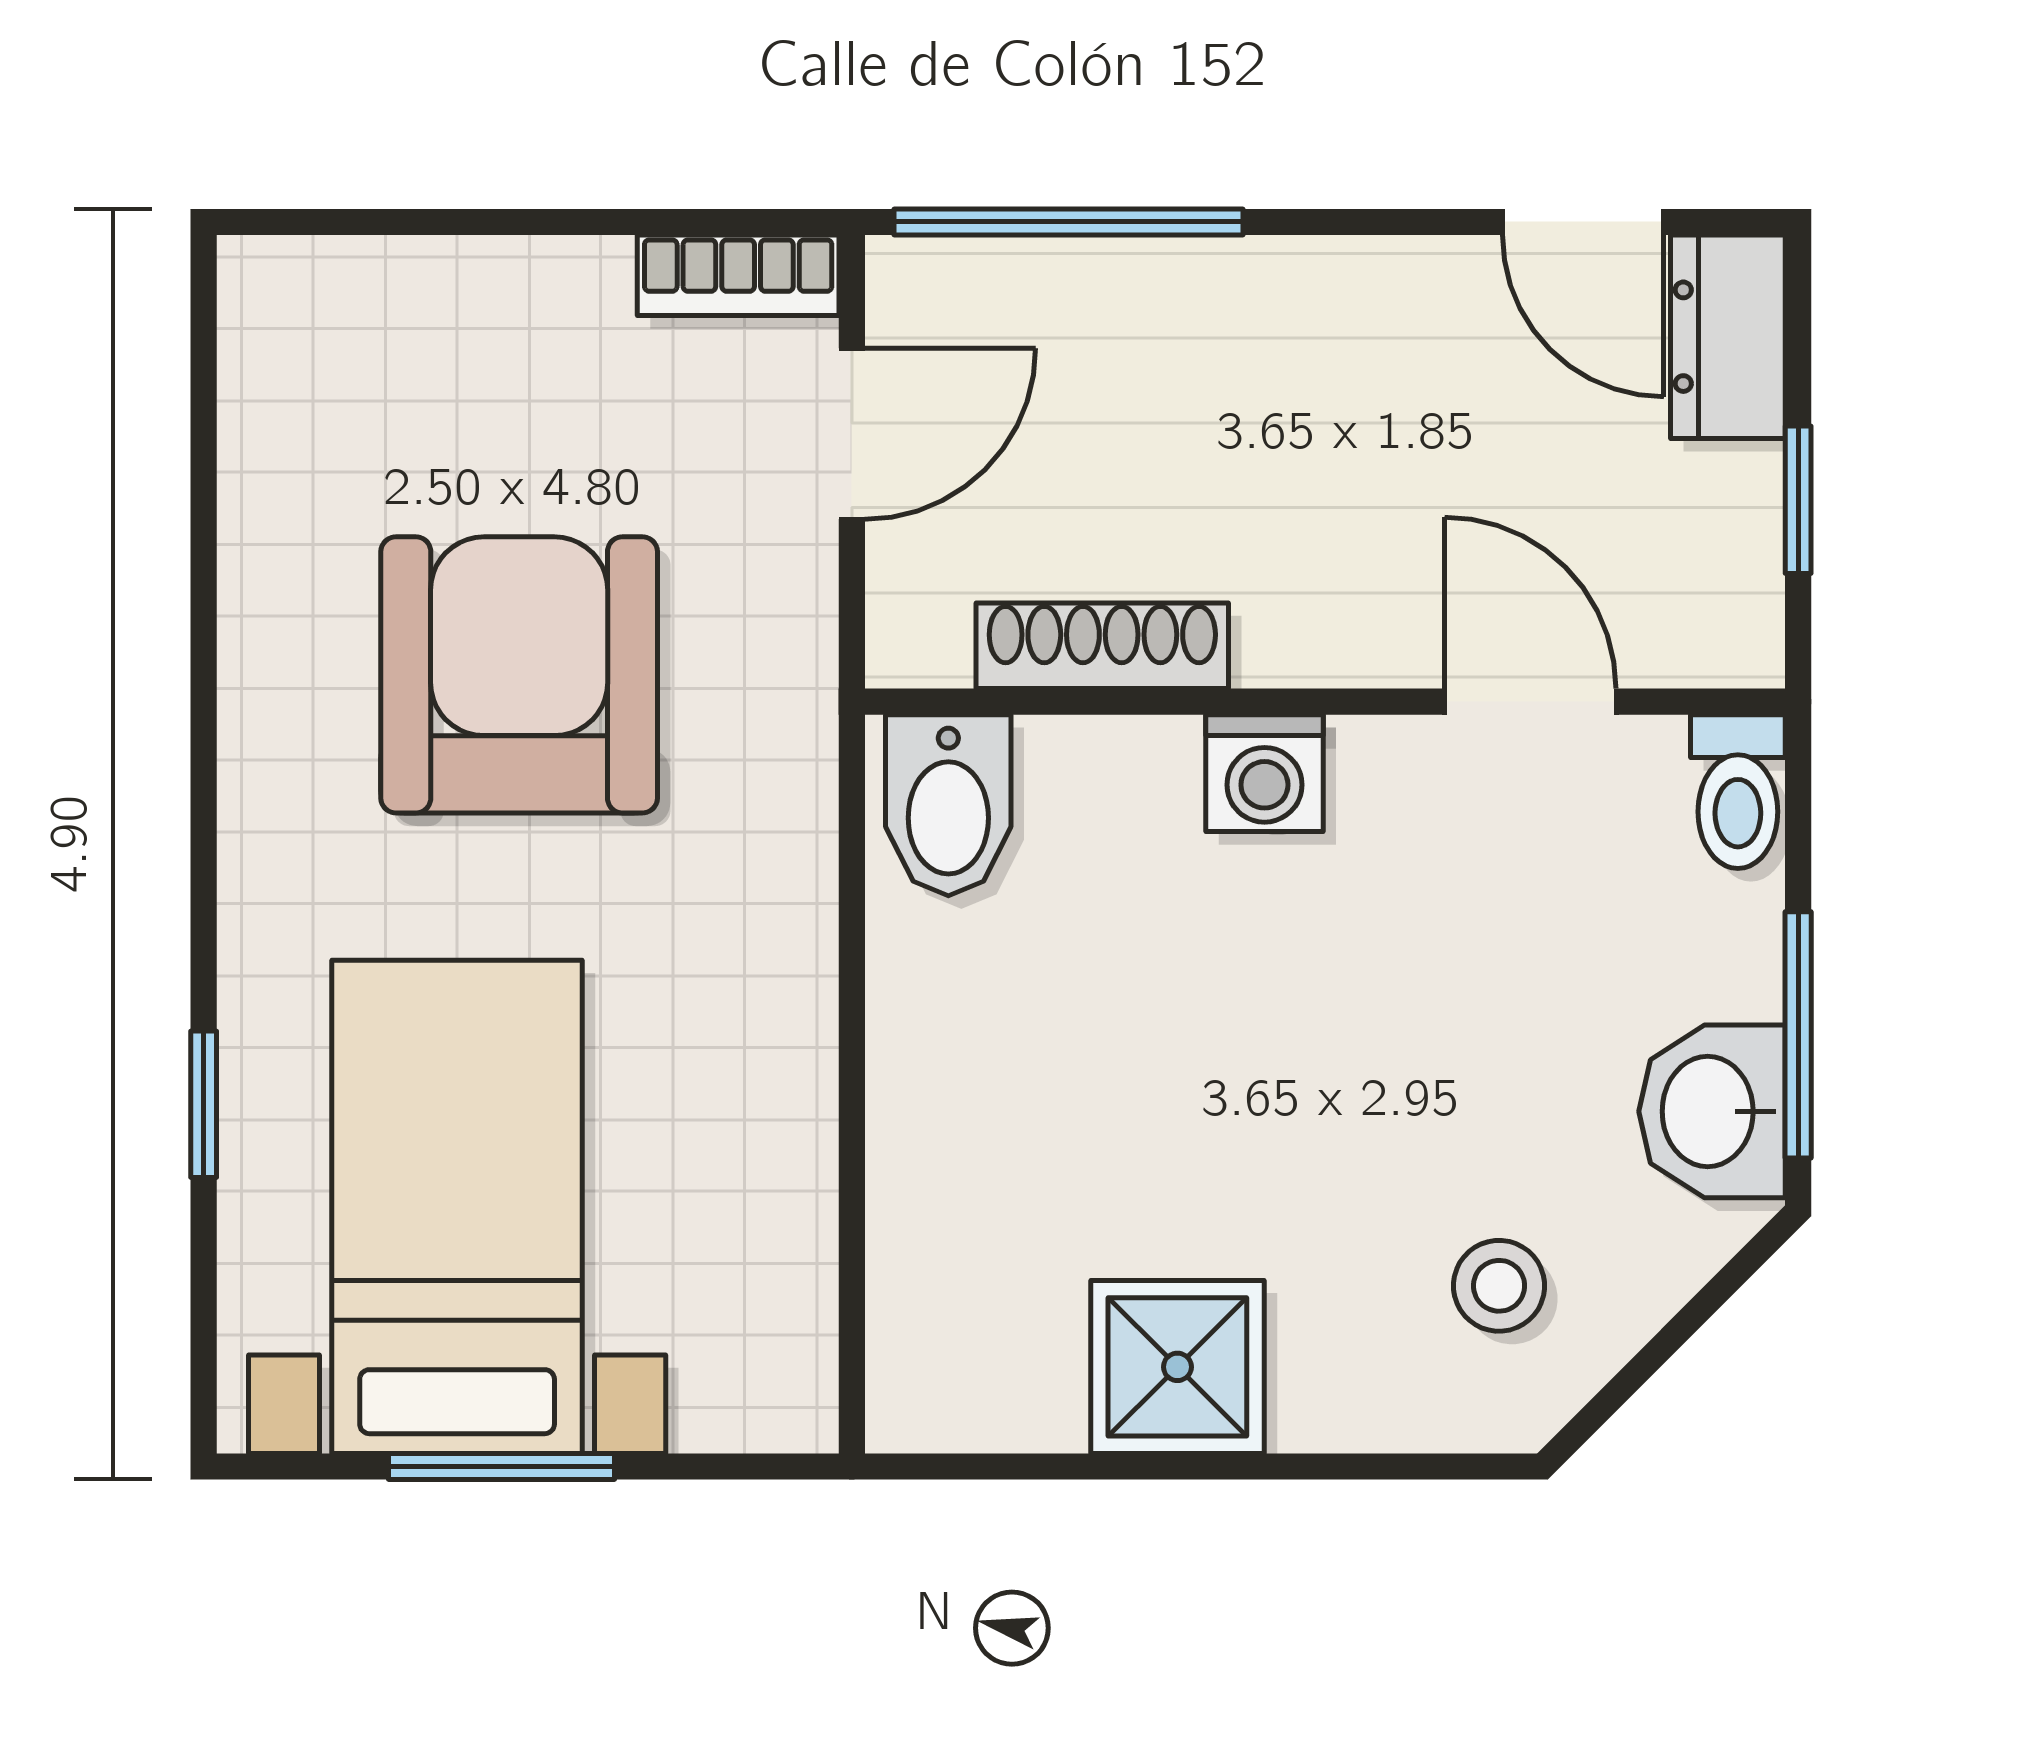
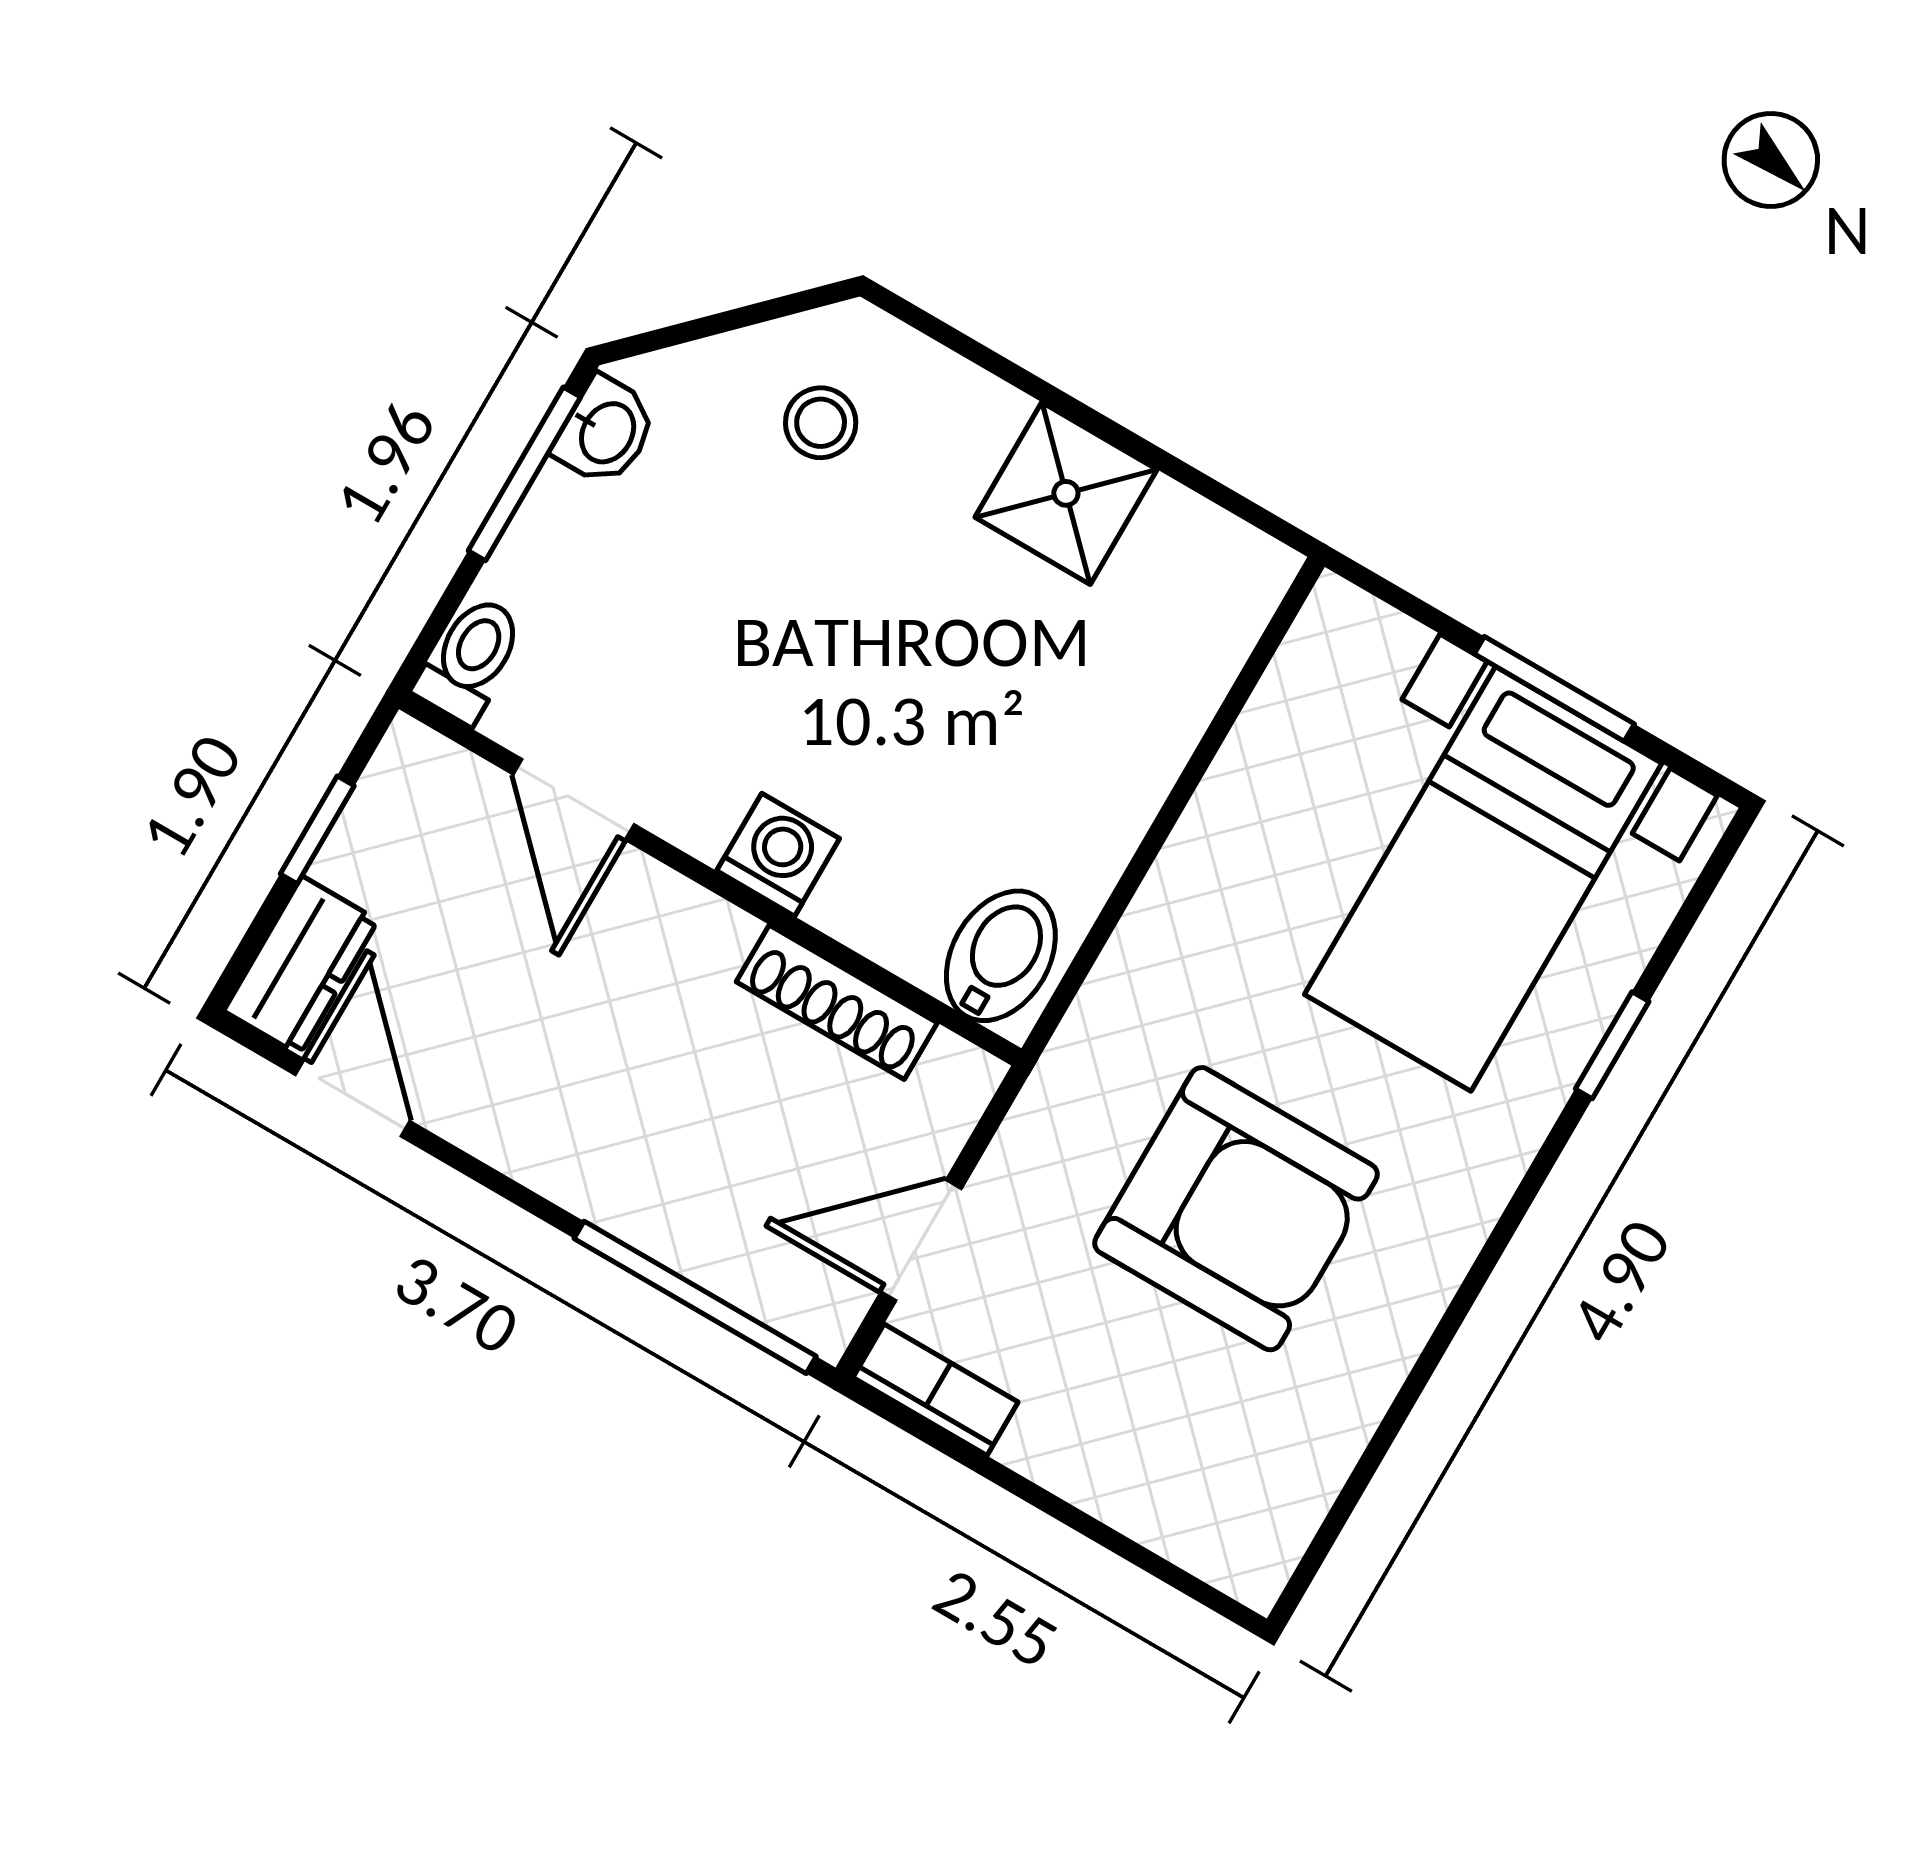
armchair: (519, 675) -> (1236, 1209), turned -90
washbasin: (1712, 1111) -> (606, 432), width x0.72, depth x0.69

